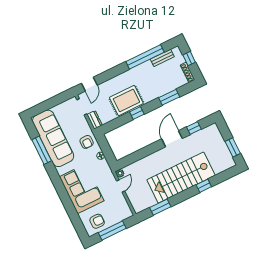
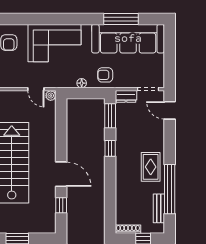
window: (169, 97) -> (110, 116), moved
rug: (126, 100) -> (151, 167), moved, width x0.73, depth x0.70

